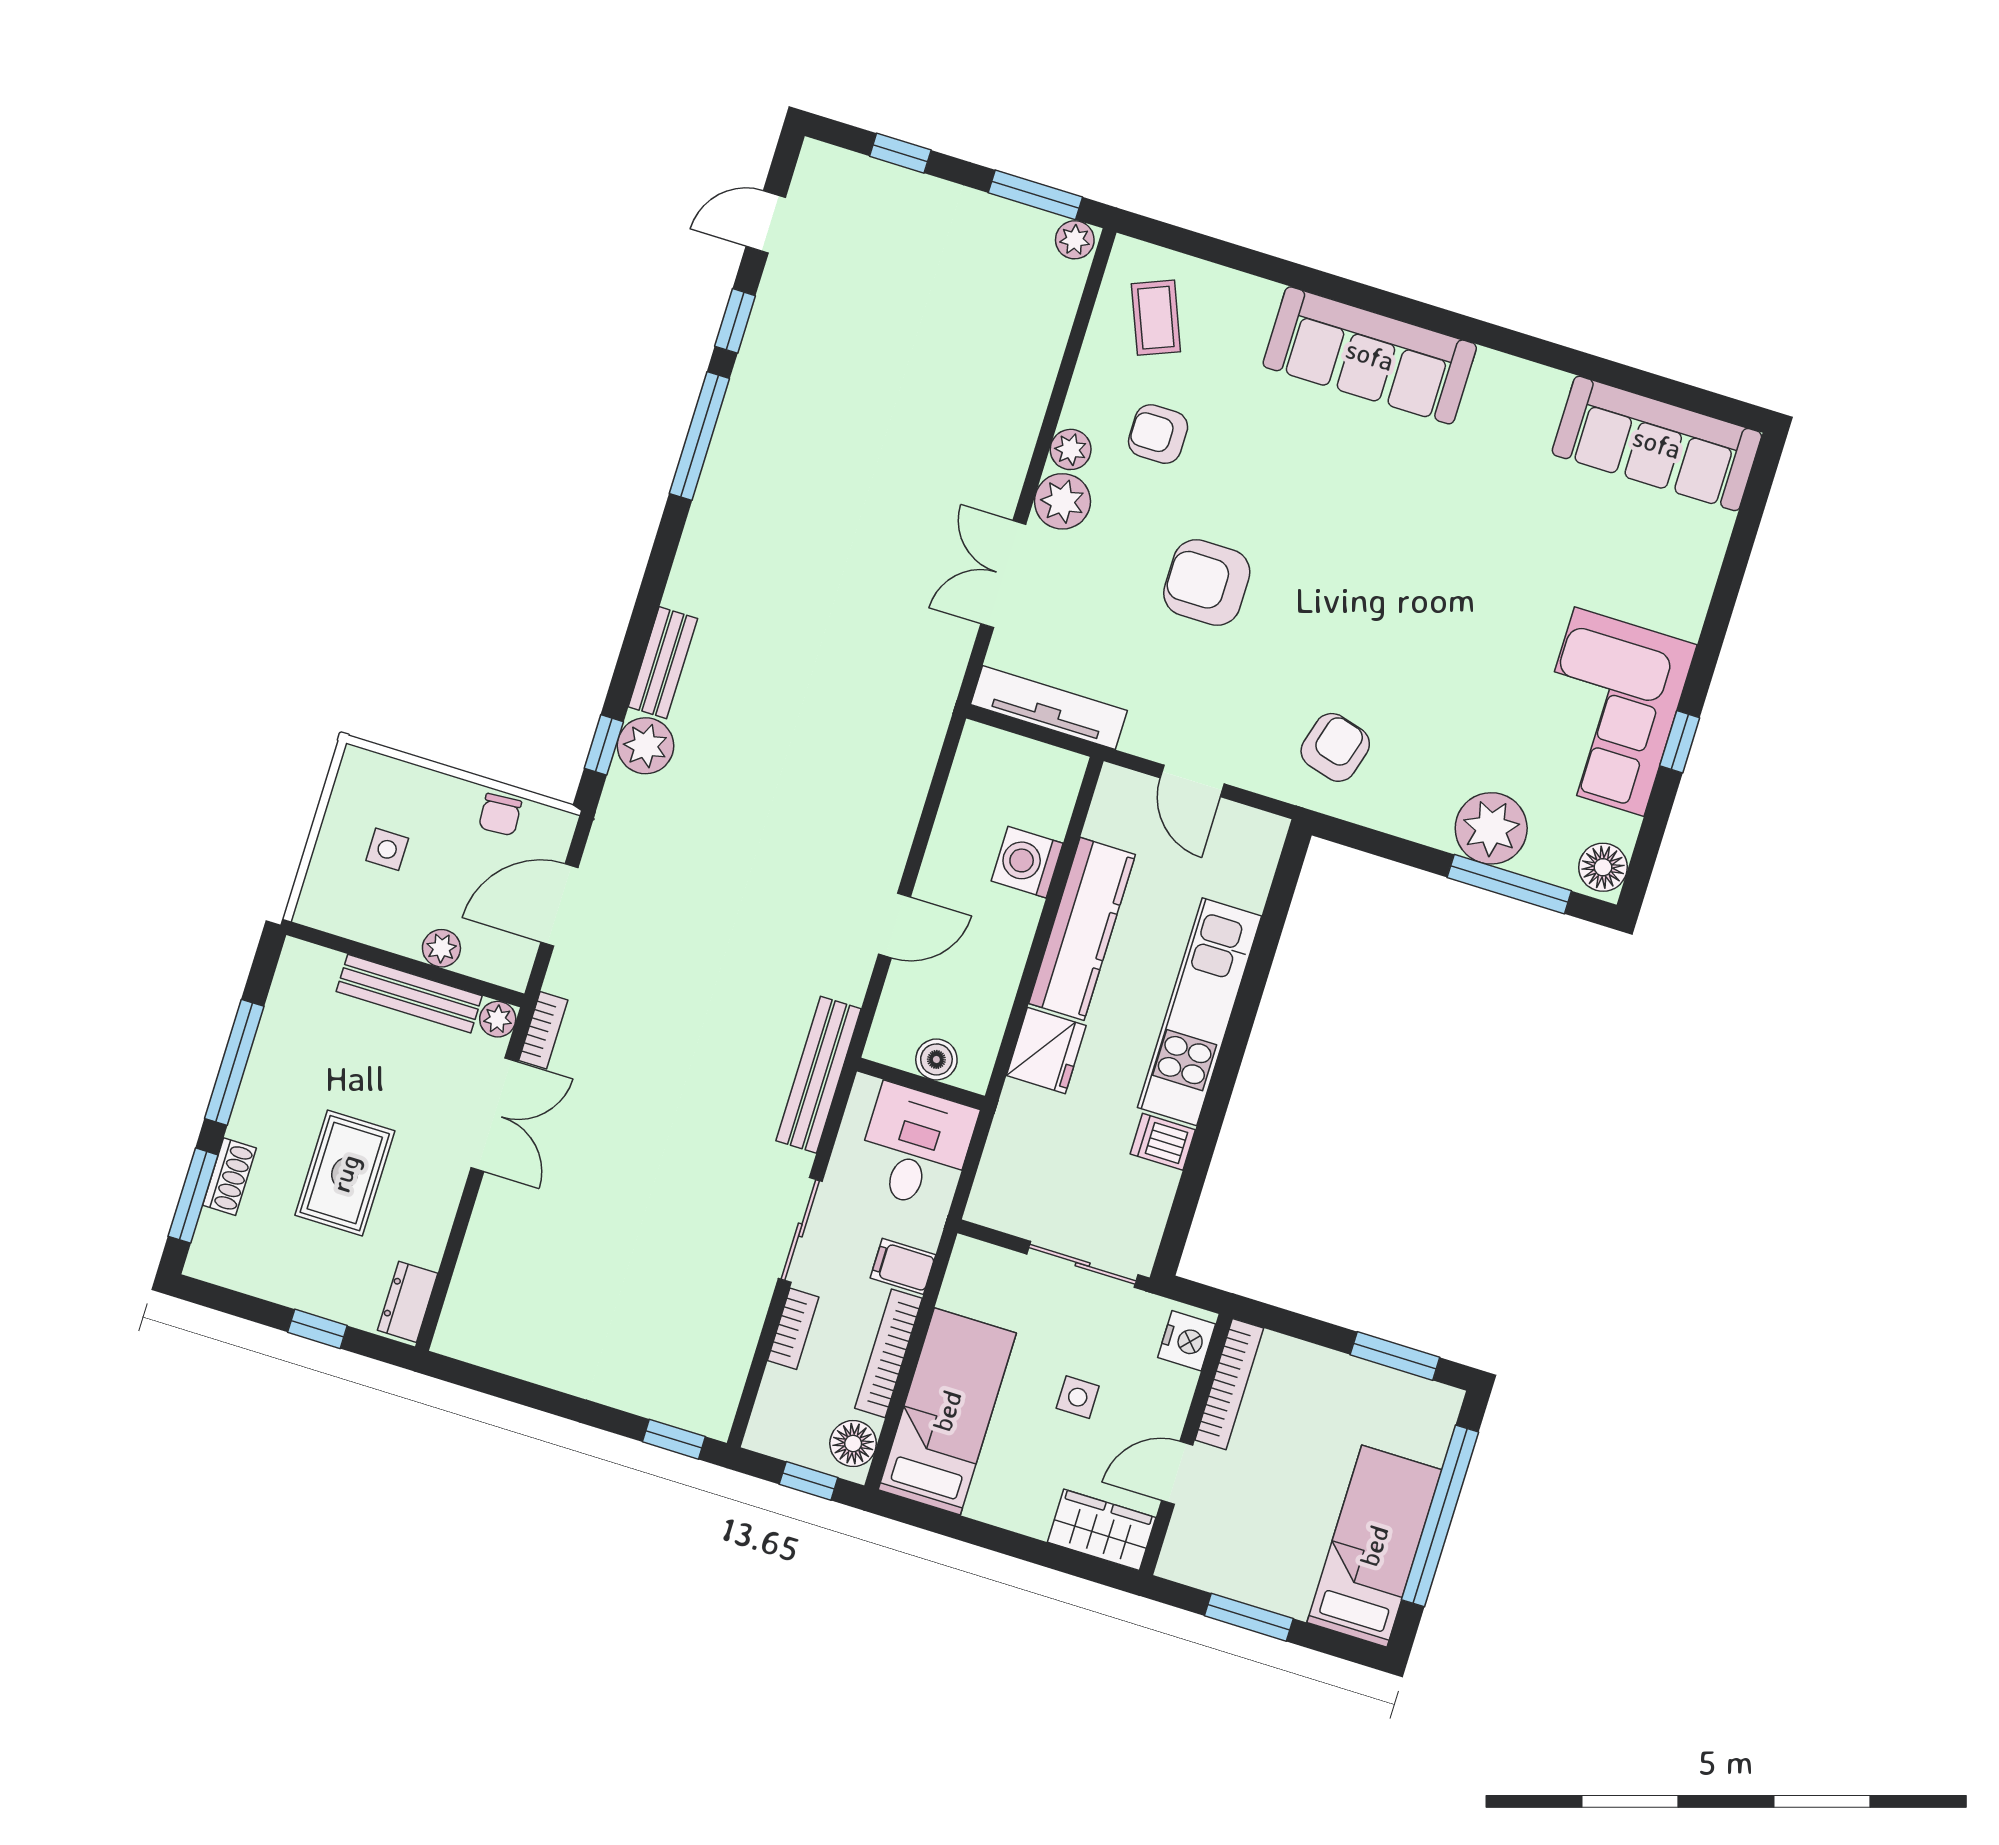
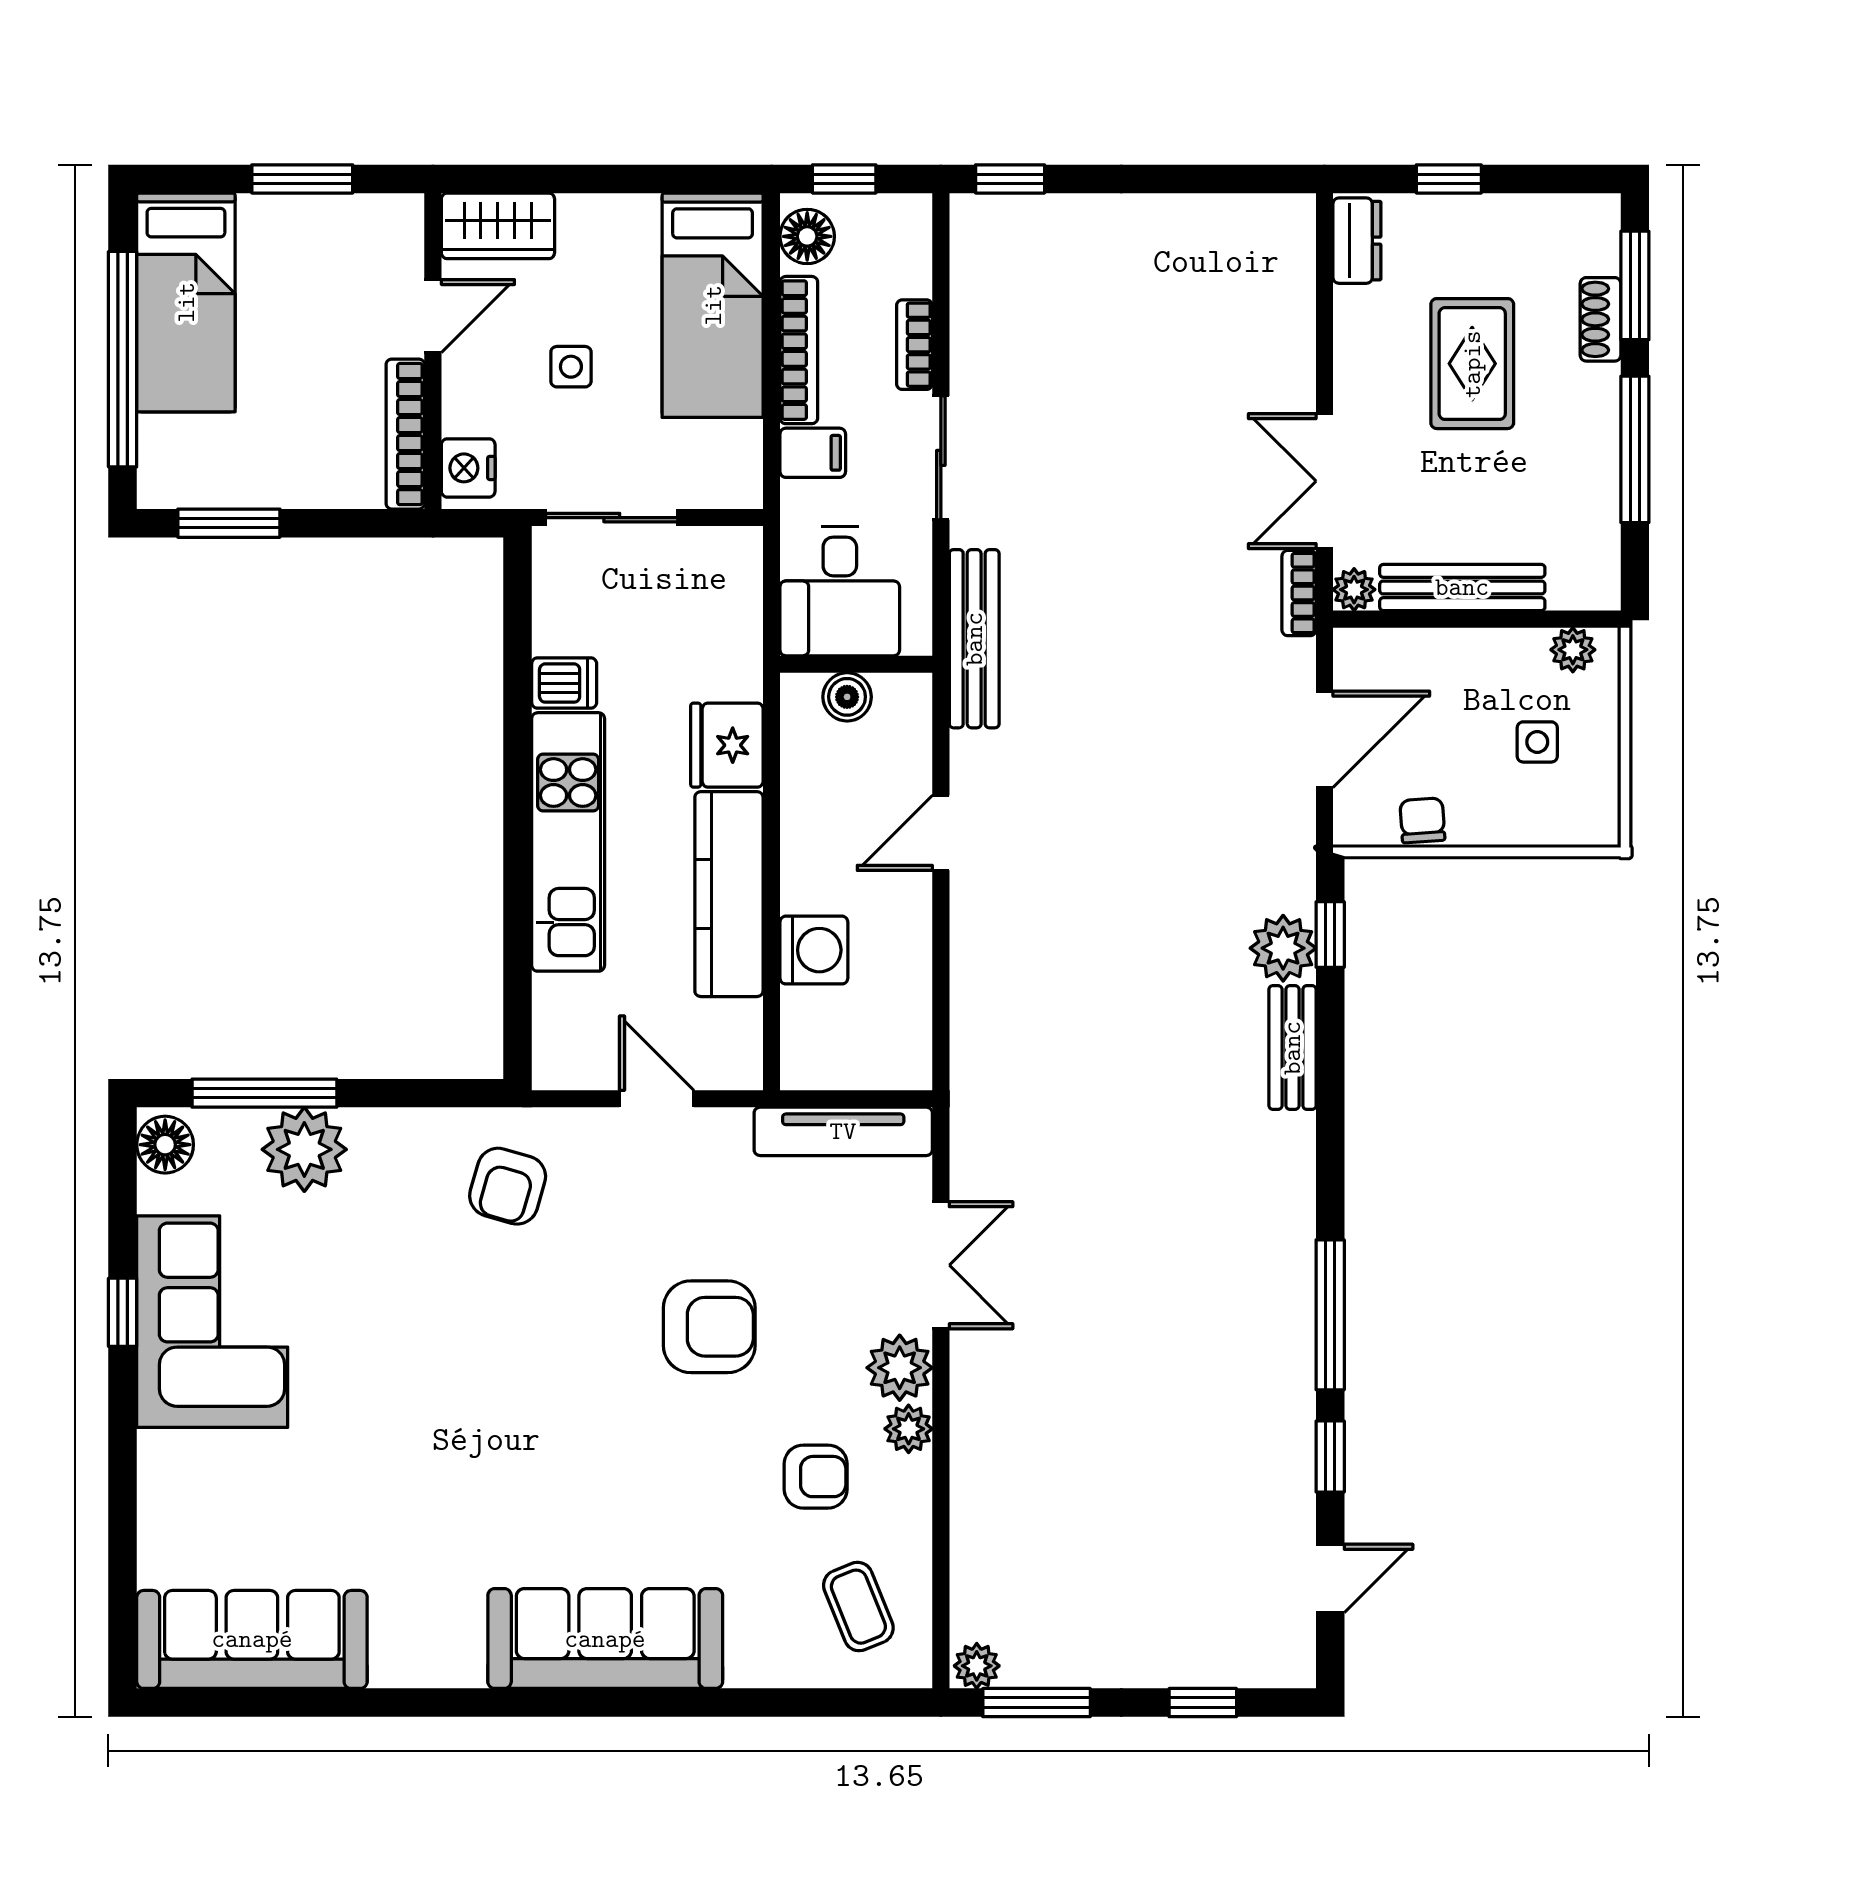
plant: (441, 948) -> (1573, 650), moved

